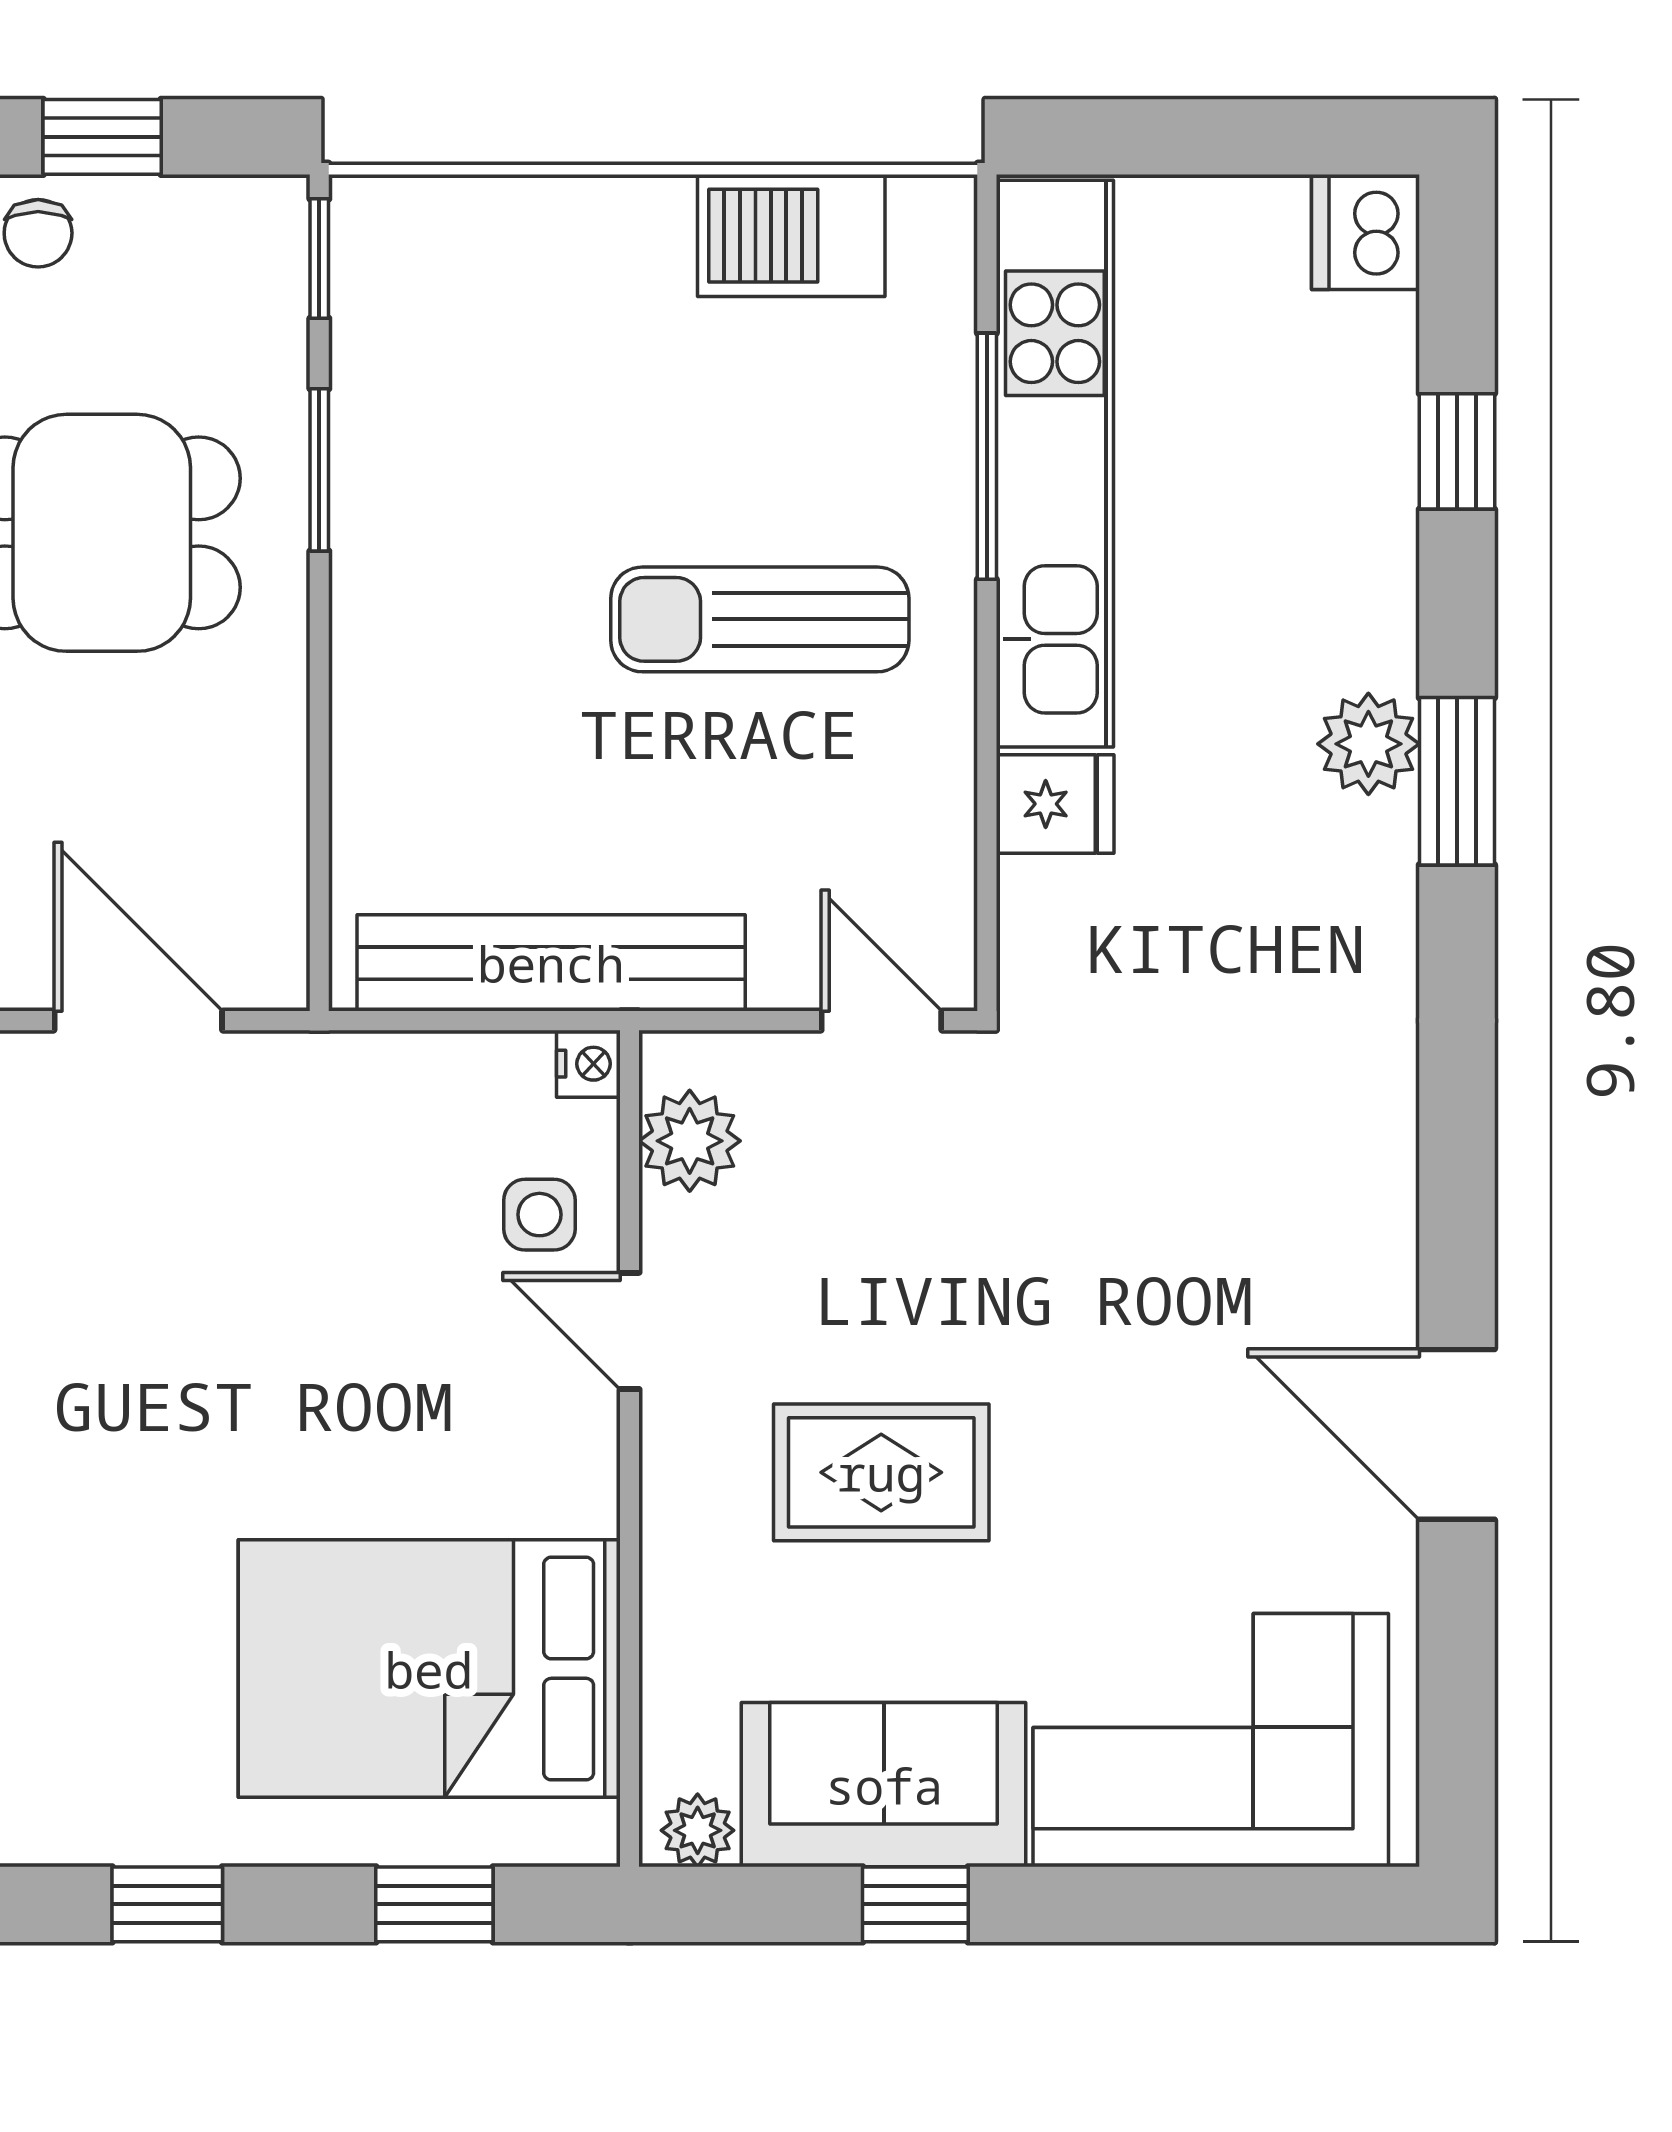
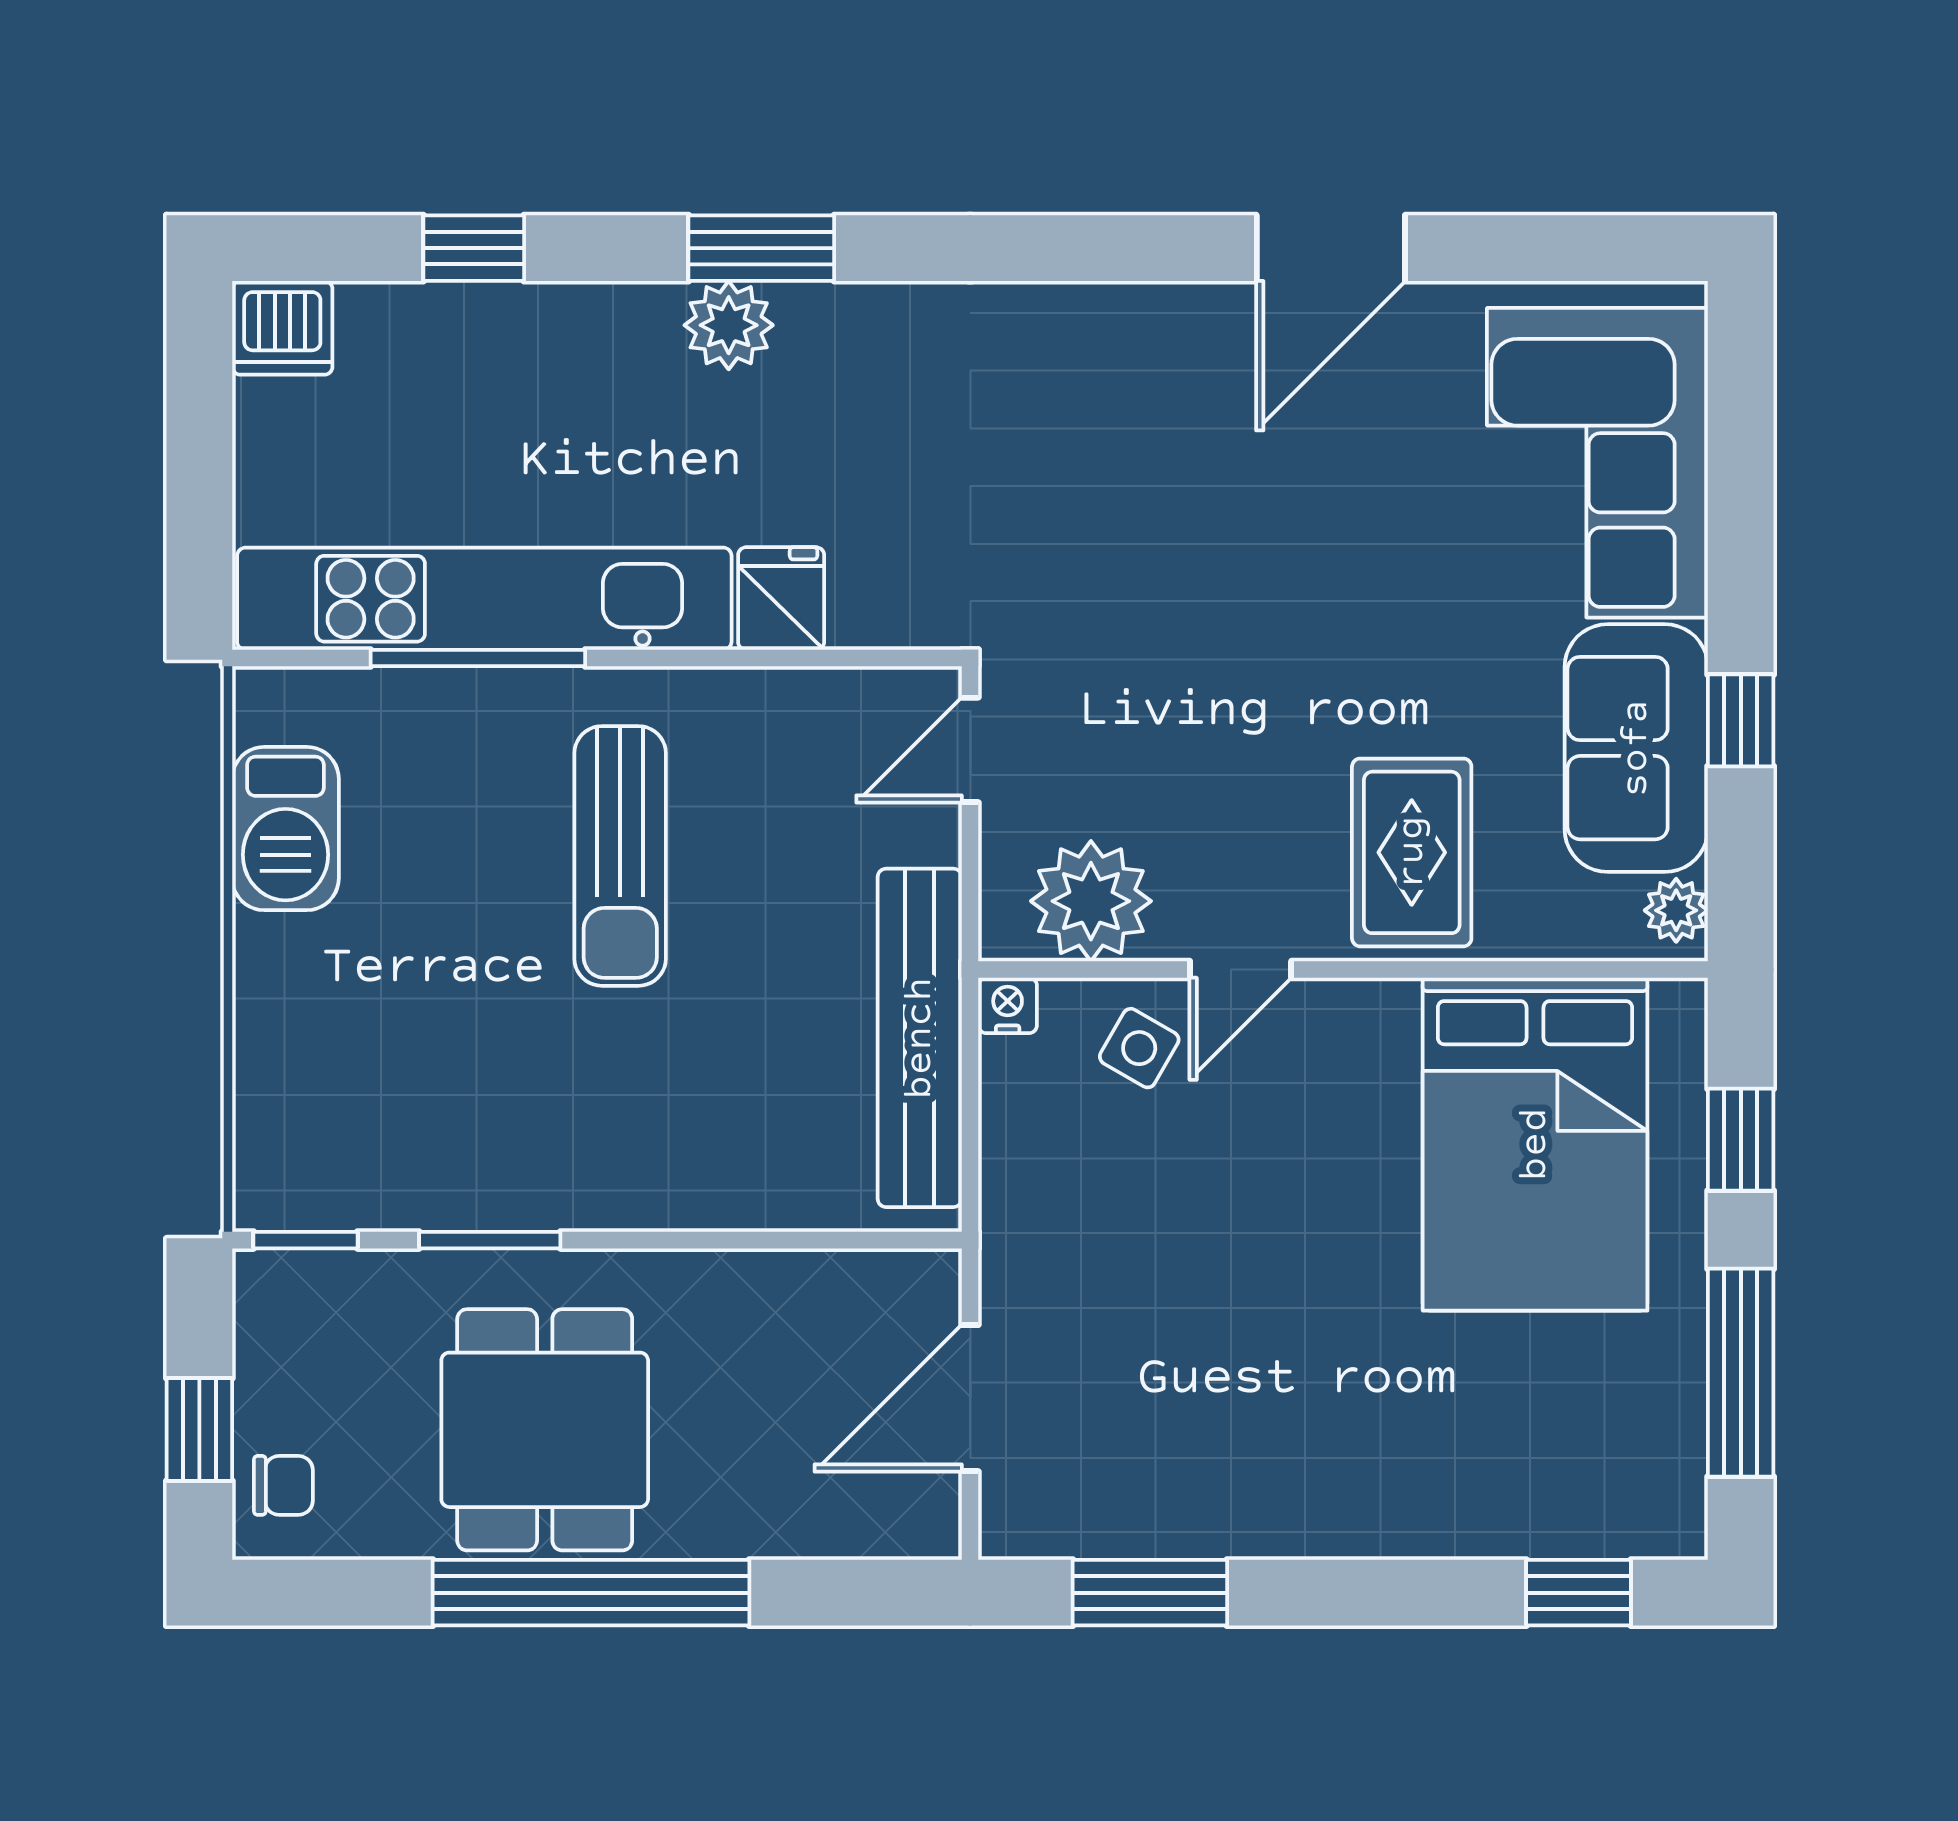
plant: (690, 1141) -> (1091, 901), width x1.36, depth x1.36
side table: (539, 1215) -> (1139, 1048), turned 30
rug: (881, 1472) -> (1412, 852), moved
window: (167, 1904) -> (1741, 1373), width x2.17

